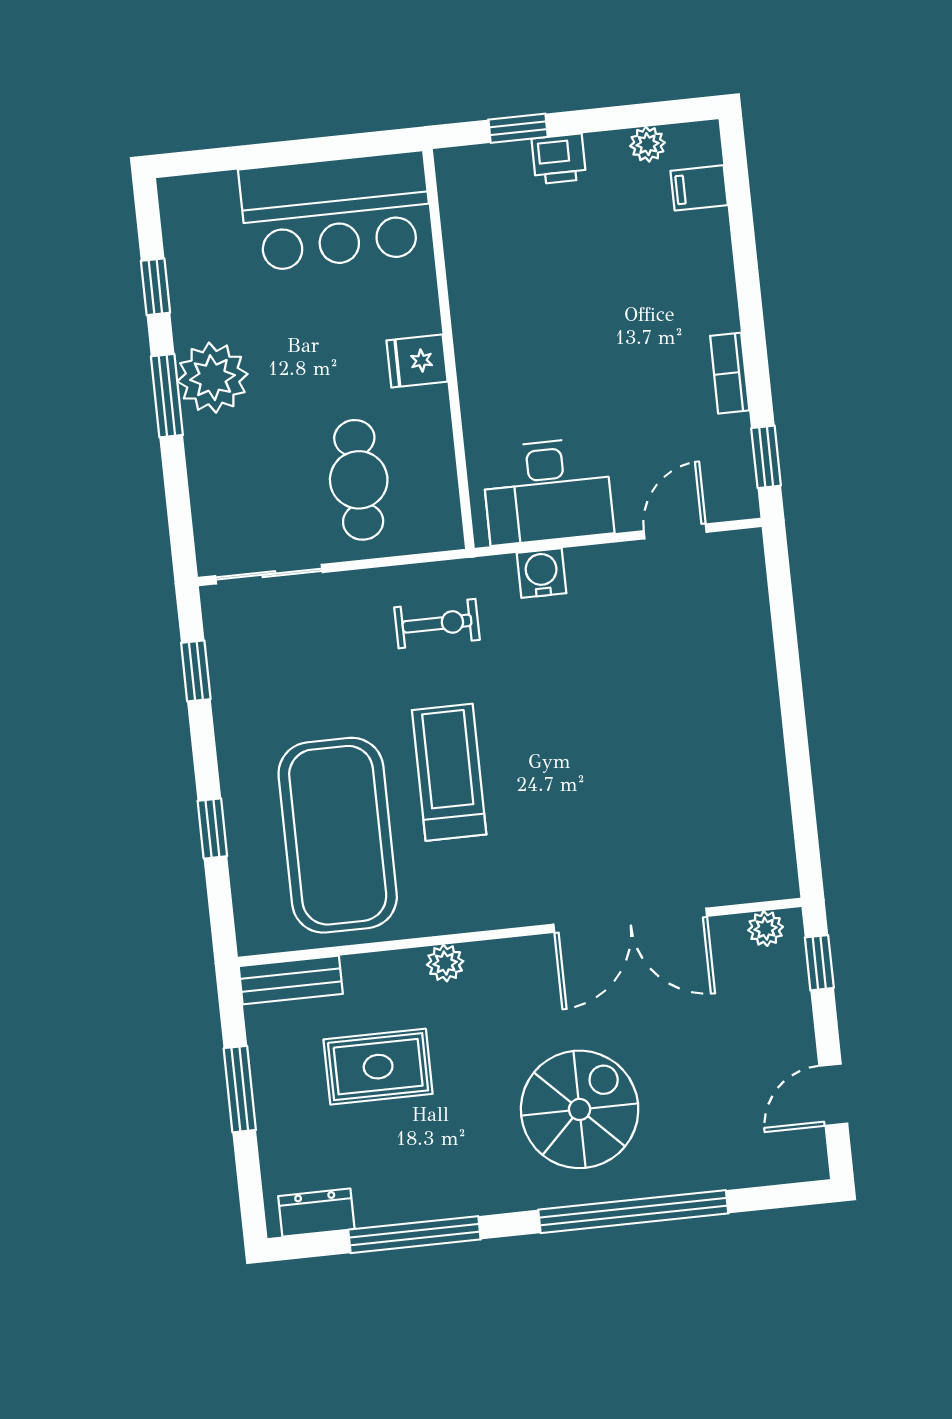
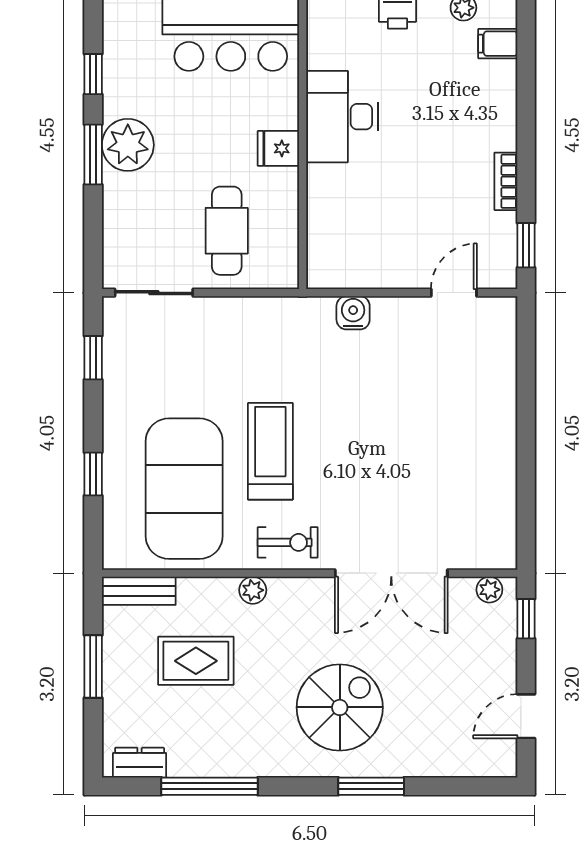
desk: (547, 491) -> (342, 117), moved, turned 90
exercise bike: (437, 624) -> (288, 542), moved
window: (633, 1212) -> (371, 786), width x0.47

